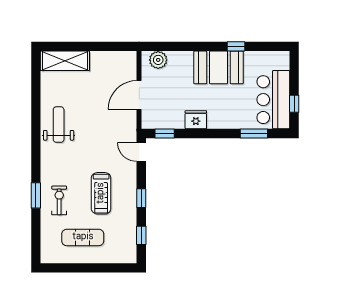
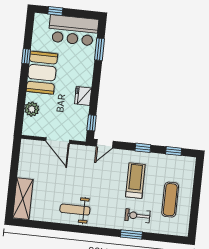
plant: (158, 60) -> (32, 109), moved
window: (294, 104) -> (55, 11), moved
treadmill: (101, 193) -> (135, 181), turned -90

